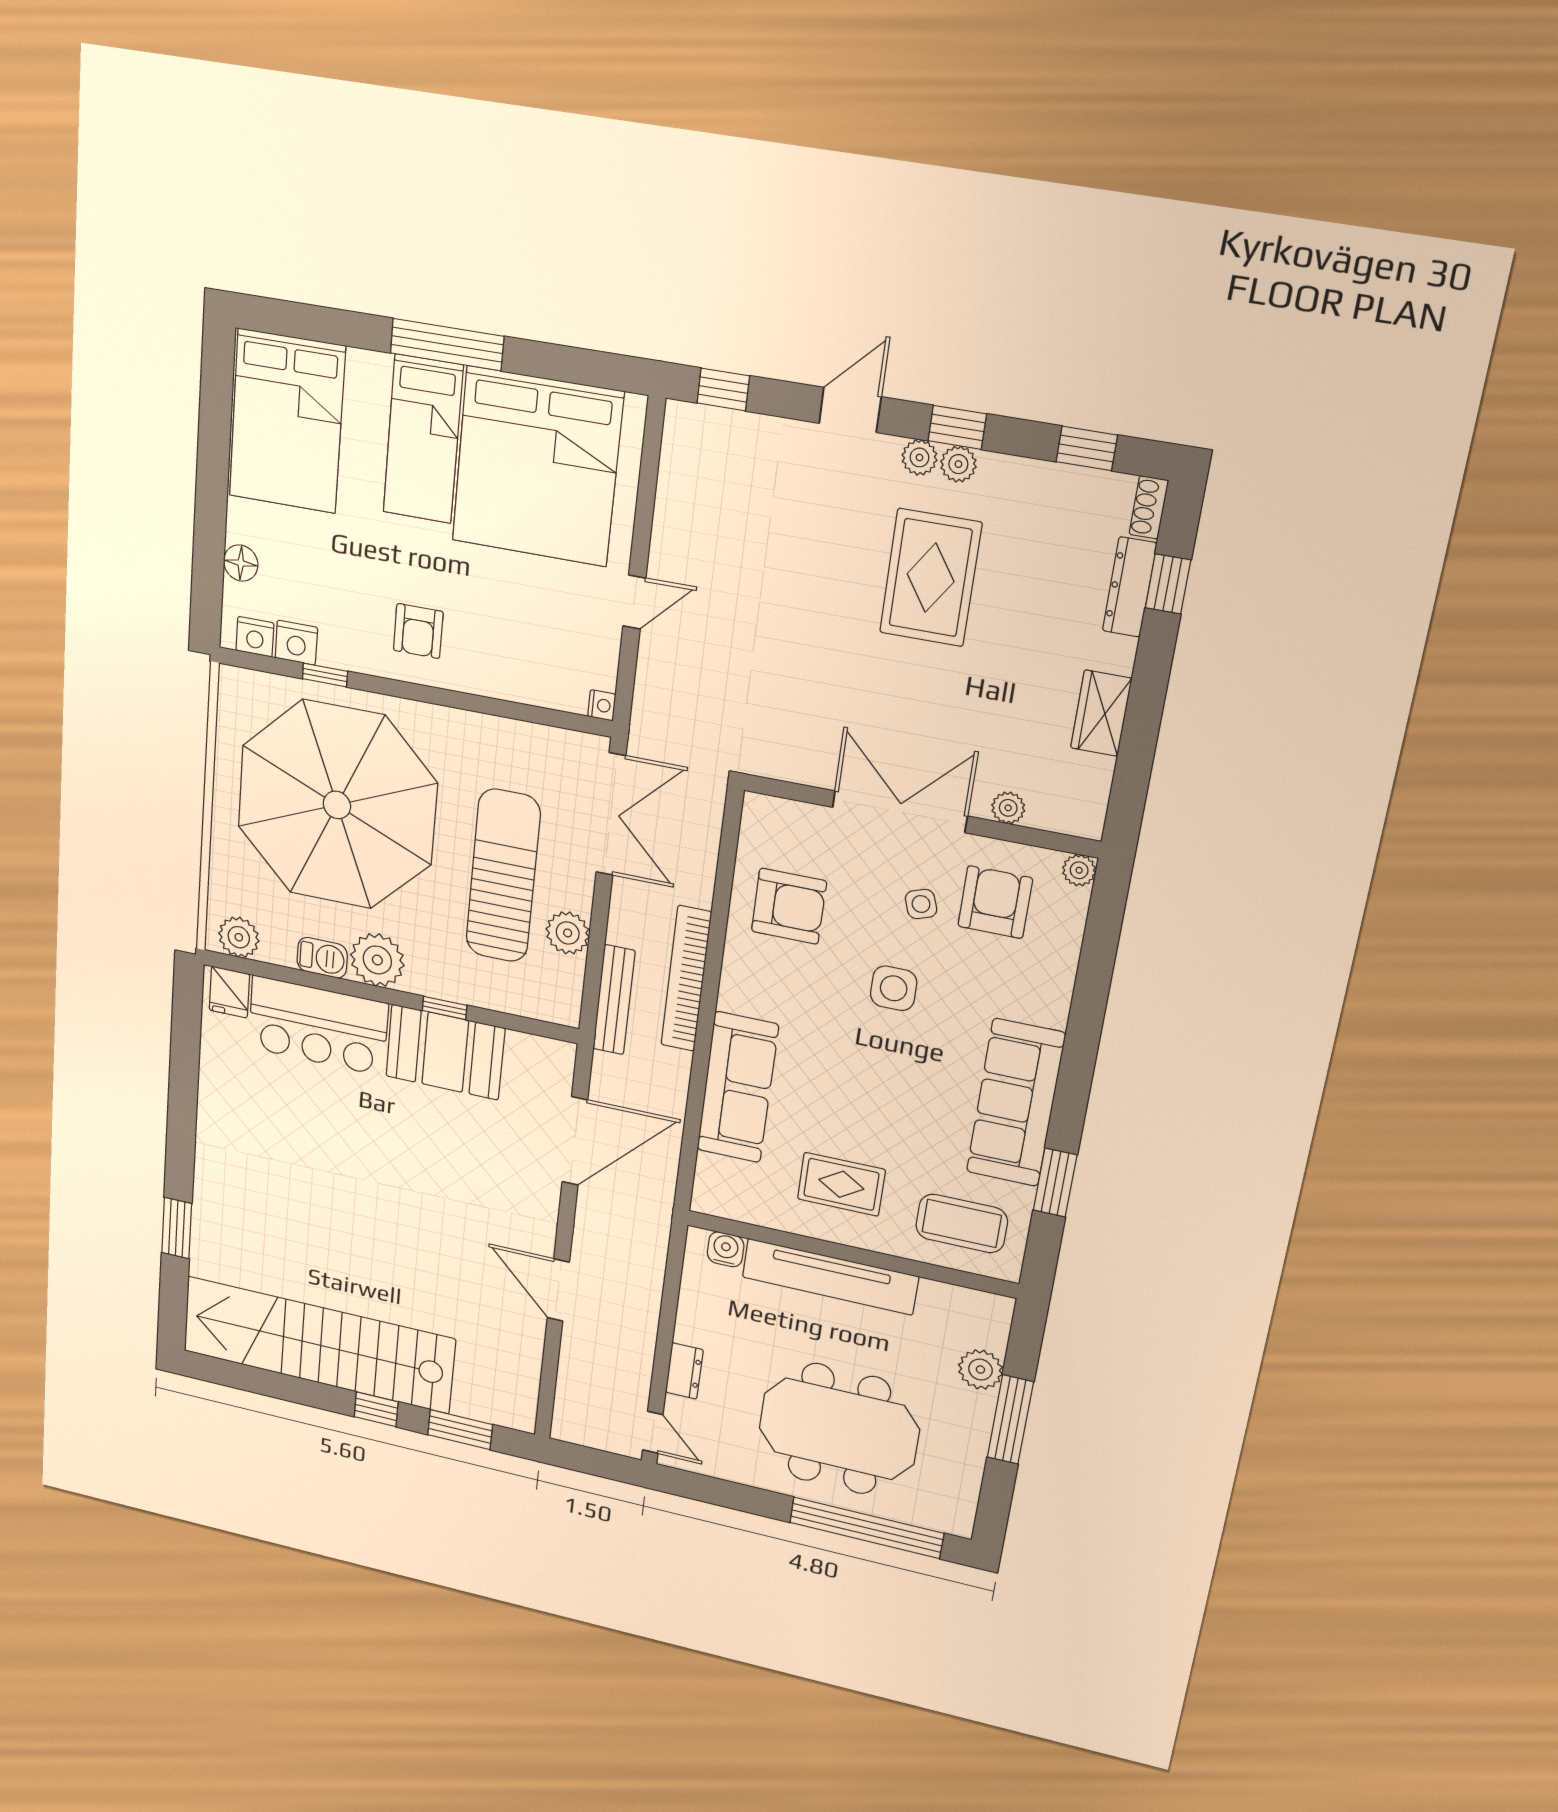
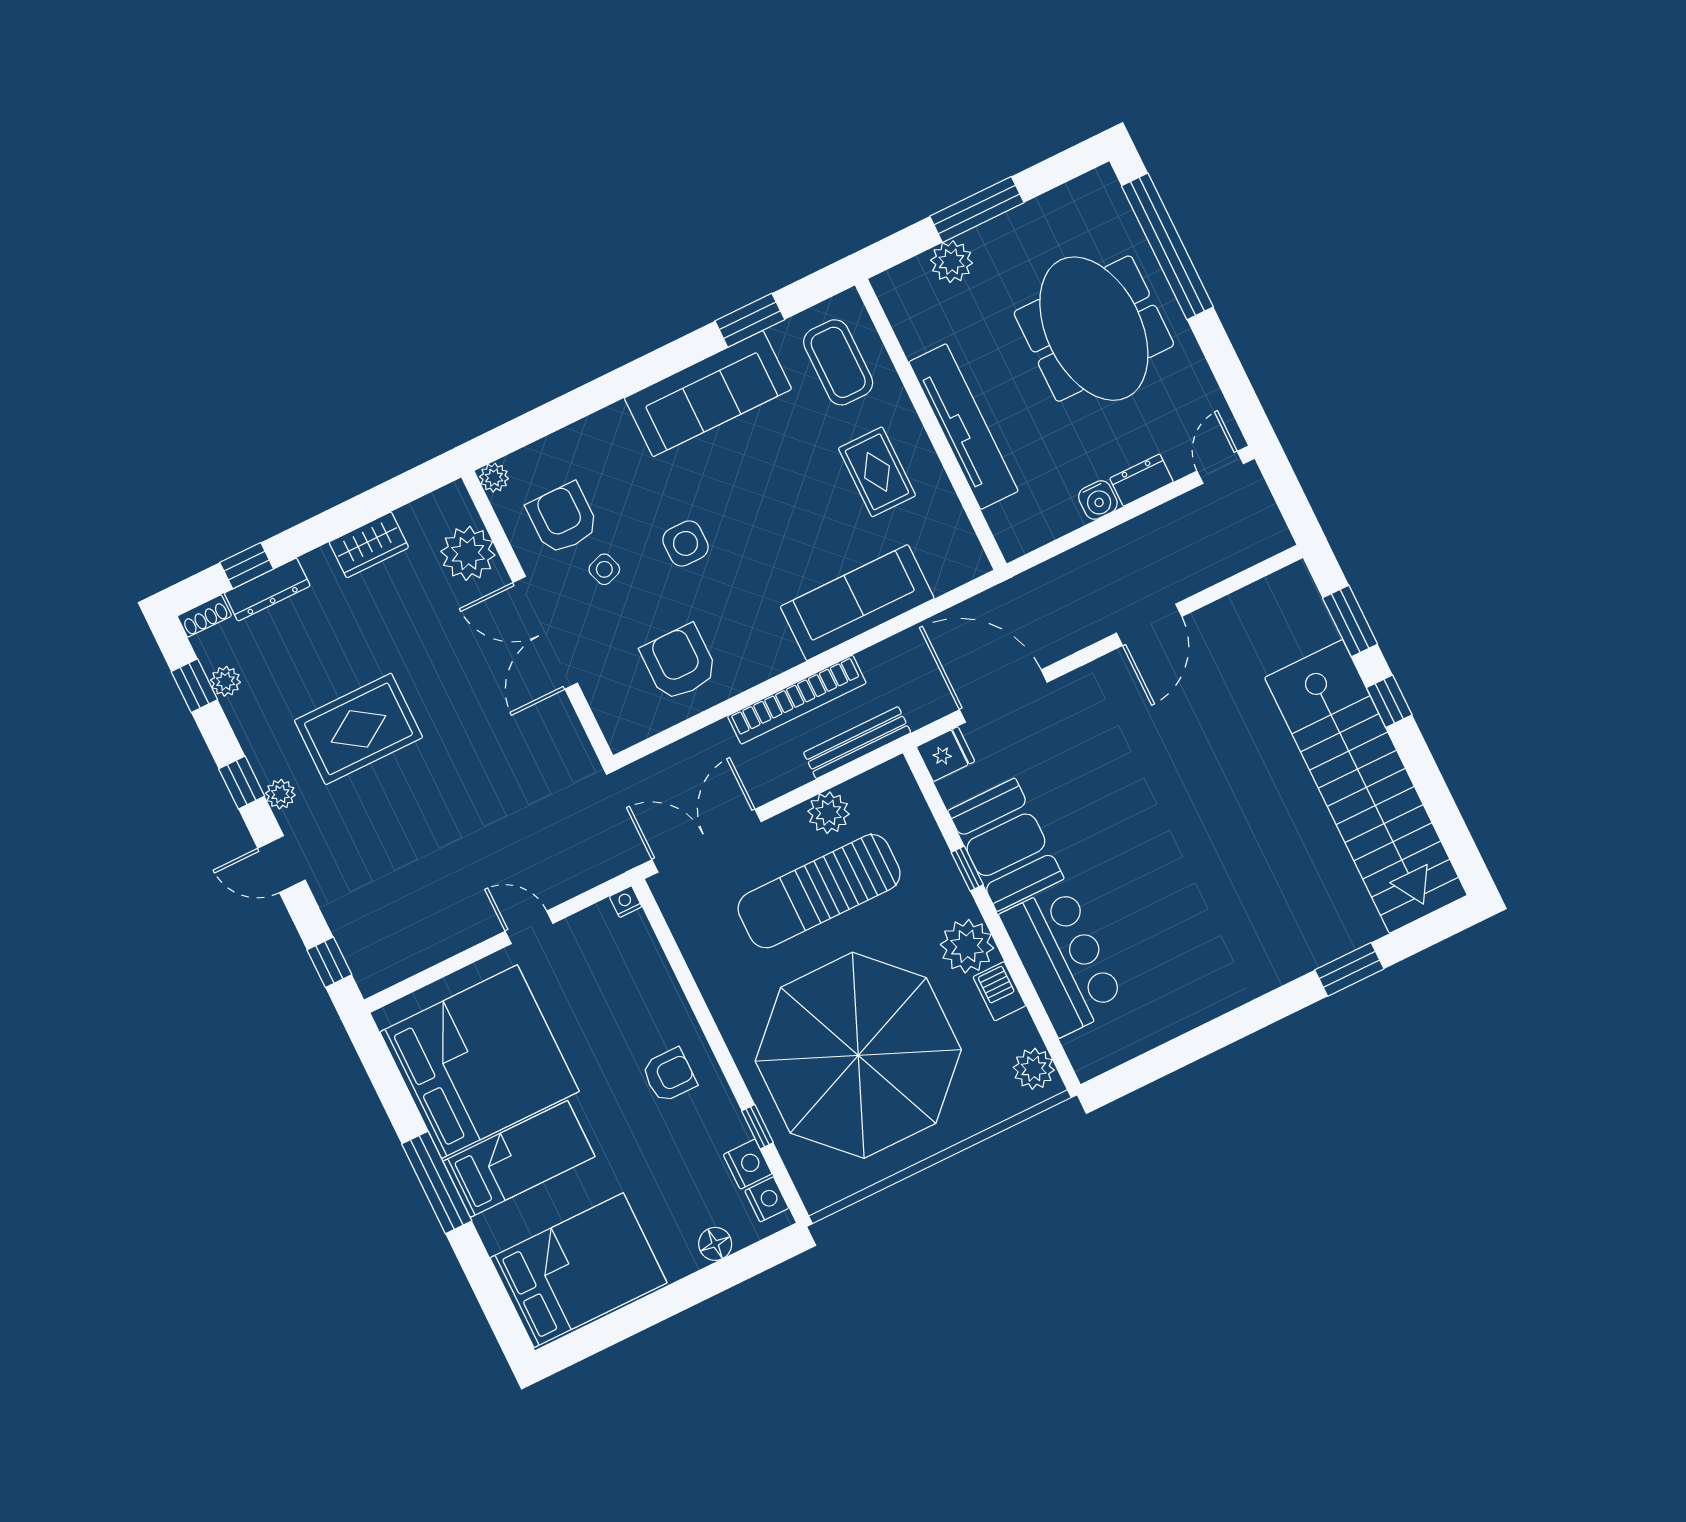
plant: (958, 464) -> (226, 681), moved
plant: (1008, 808) -> (468, 553), width x1.88, depth x1.88
armchair: (995, 902) -> (563, 518), turned 90
fridge: (229, 992) -> (946, 754), moved
water cooler: (726, 1249) -> (1098, 500), moved, turned -90

